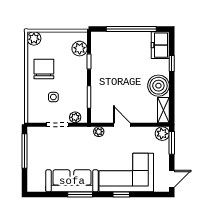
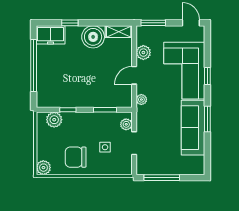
plant: (162, 134) -> (143, 53), moved

